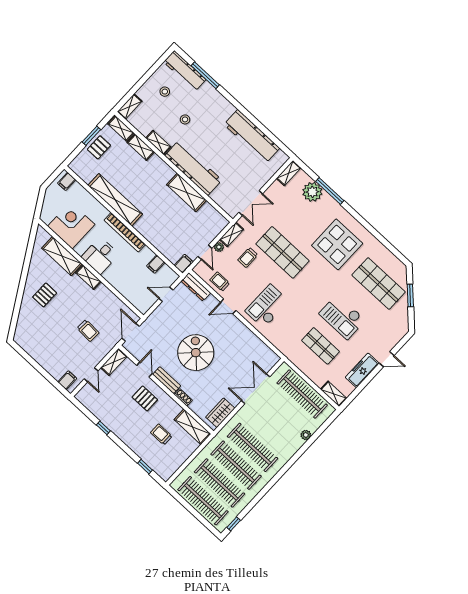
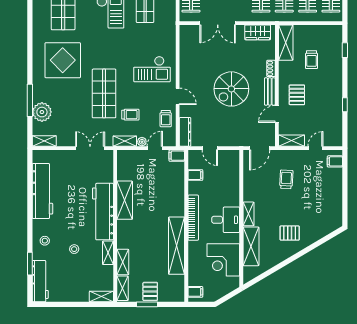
window: (205, 75) -> (30, 264), width x0.69
stool: (165, 92) -> (45, 241), moved
pallet: (99, 147) -> (150, 291), turned 90

